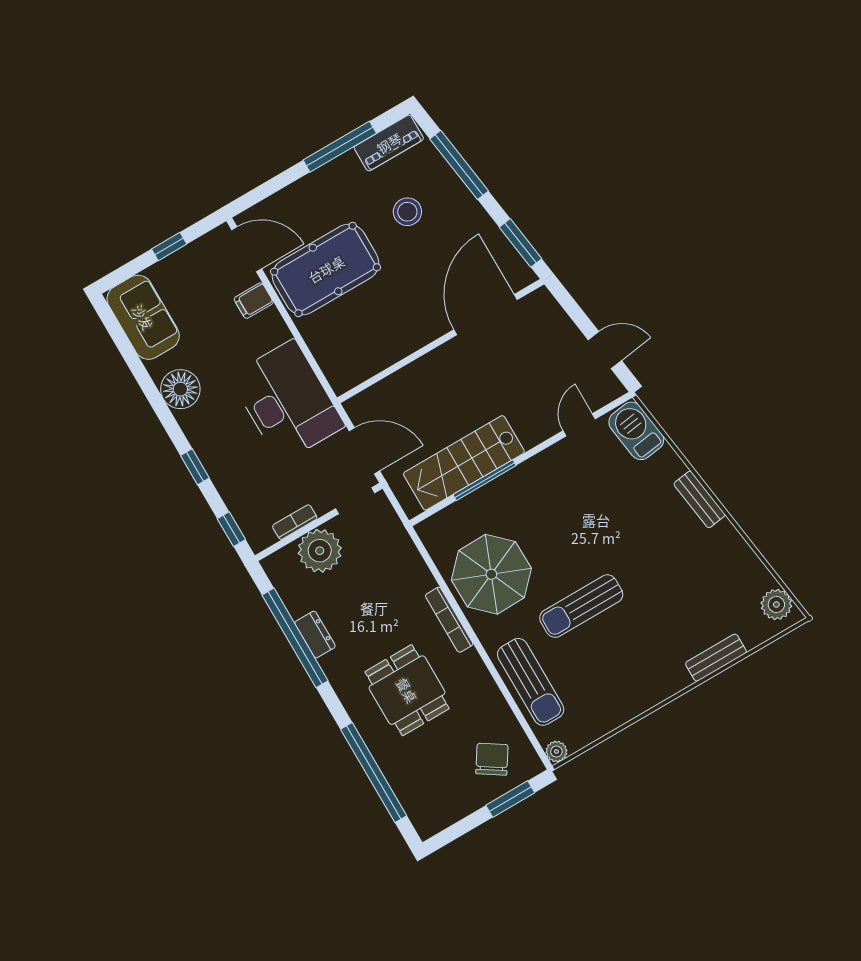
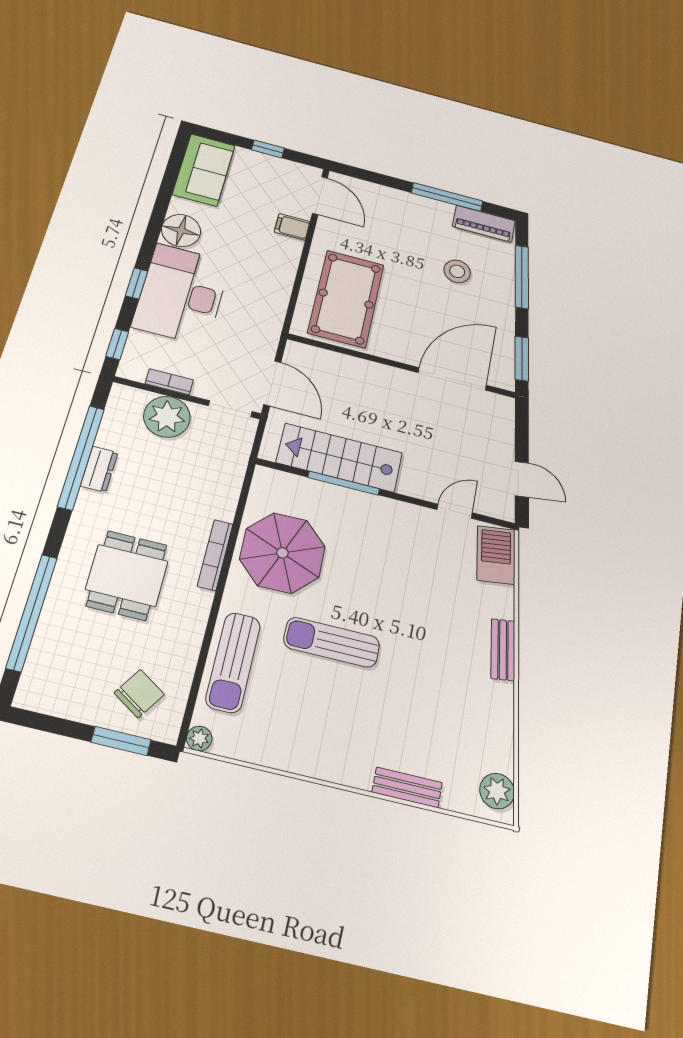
pool table: (326, 269) -> (346, 299), moved, turned 90
desk: (287, 401) -> (182, 294), moved, turned 180

